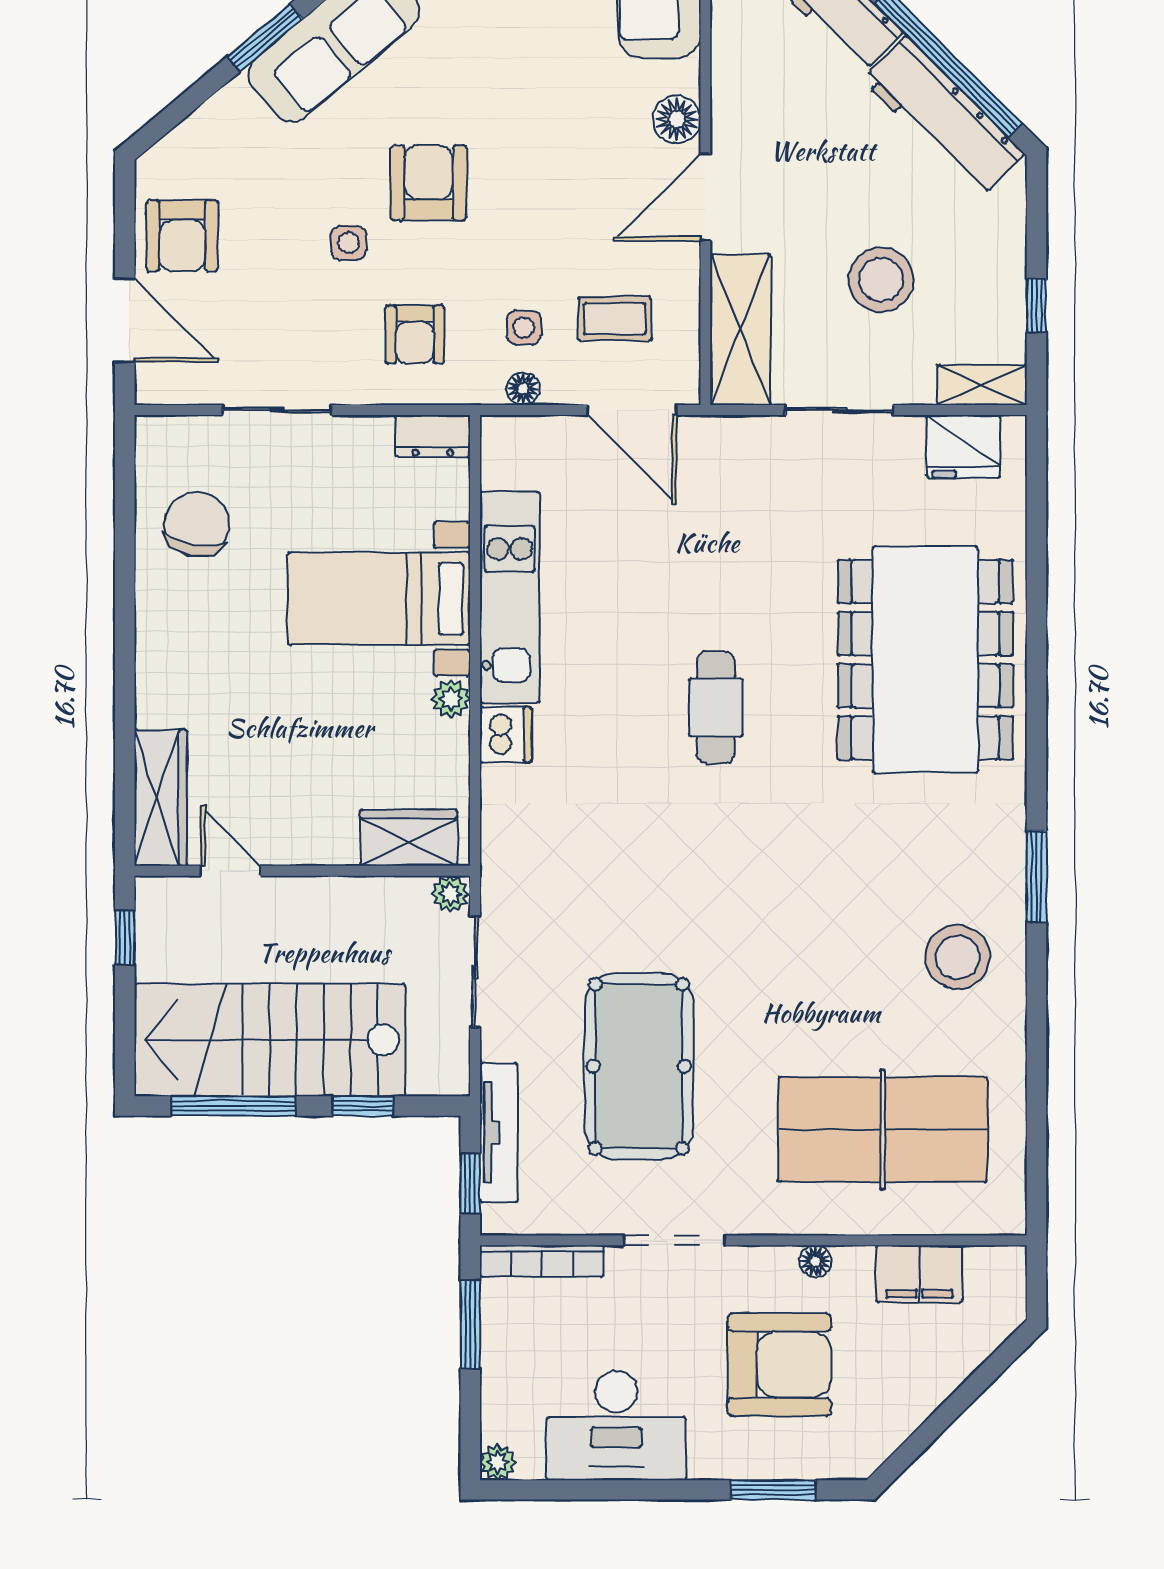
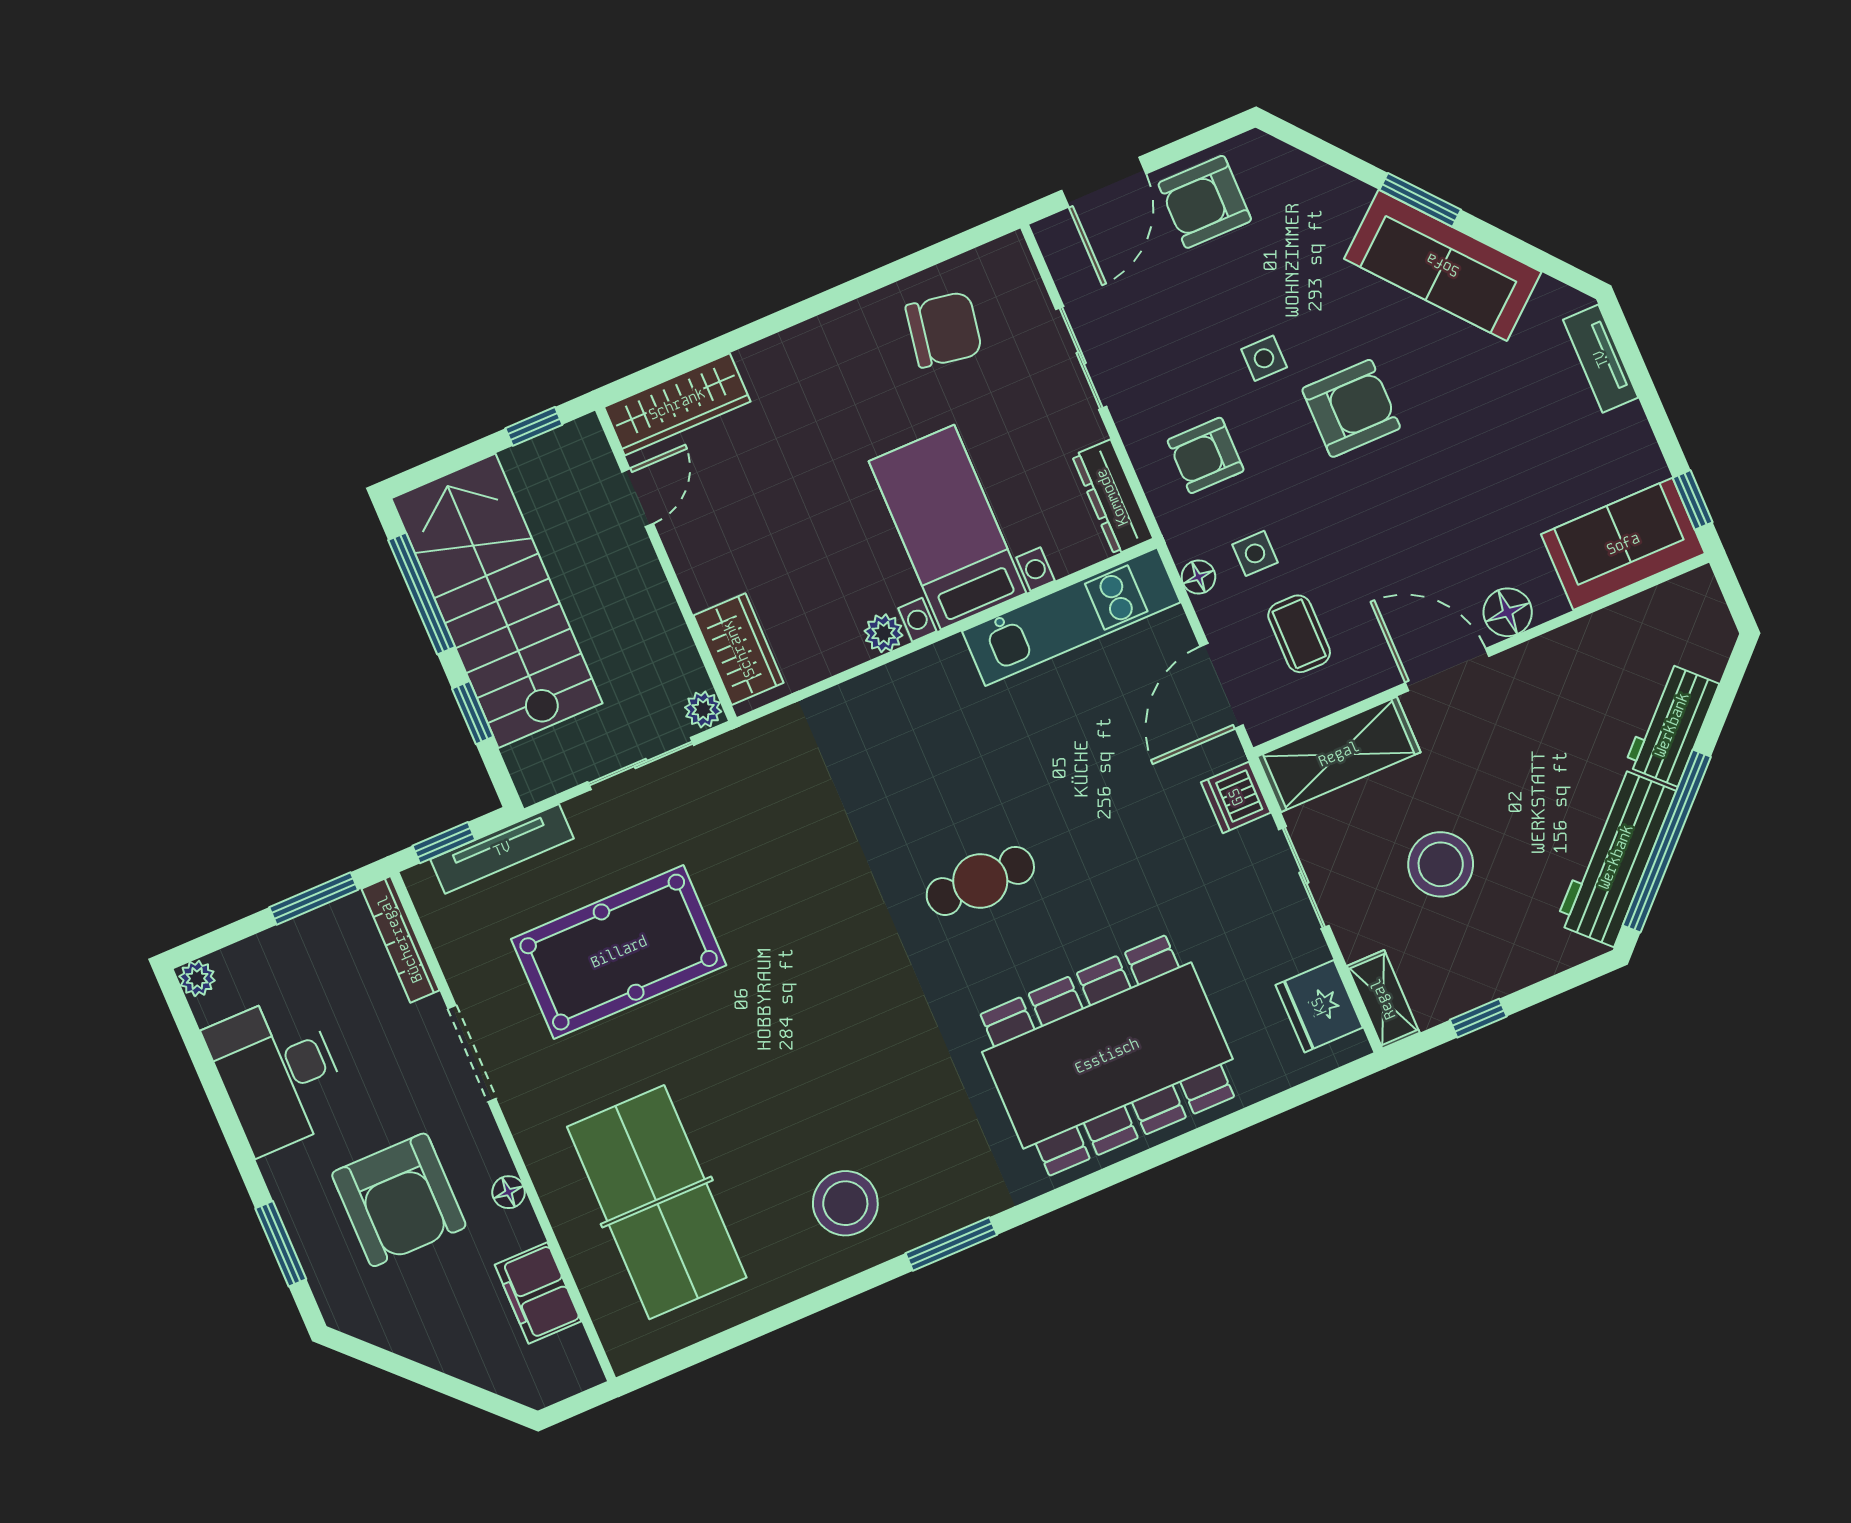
dresser: (433, 436) -> (1112, 497), width x1.44
kitchen unit: (510, 597) -> (1071, 617), moved
dishwasher: (506, 735) -> (1236, 797), moved, turned 90

